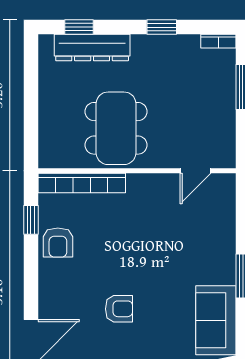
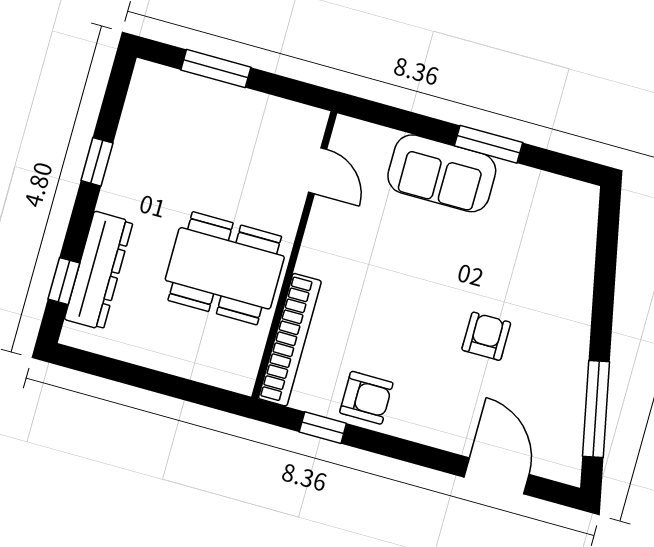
bookcase: (218, 41) -> (140, 86), removed
sofa: (216, 320) -> (442, 173), moved

